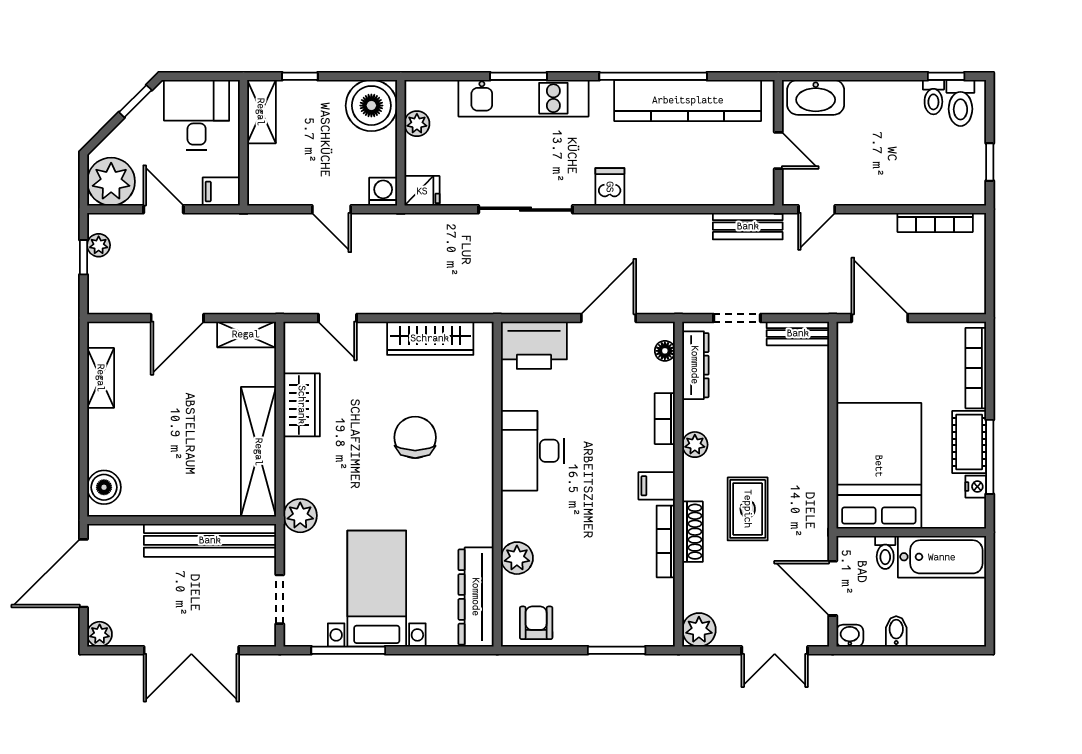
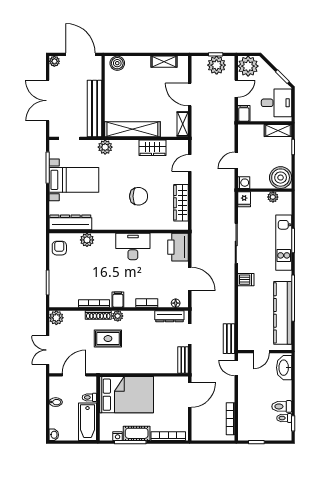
toilet: (960, 103) -> (282, 406), moved
plant: (99, 245) -> (217, 65), width x1.87, depth x1.87
plant: (695, 445) -> (118, 316), moved
armchair: (536, 623) -> (59, 248), turned -90
washbasin: (850, 636) -> (54, 435), moved

